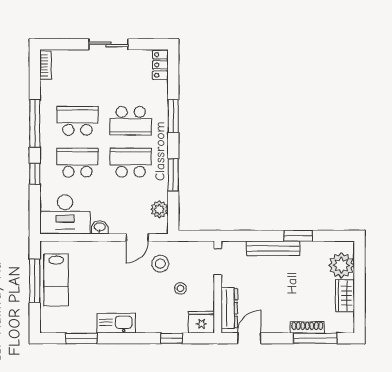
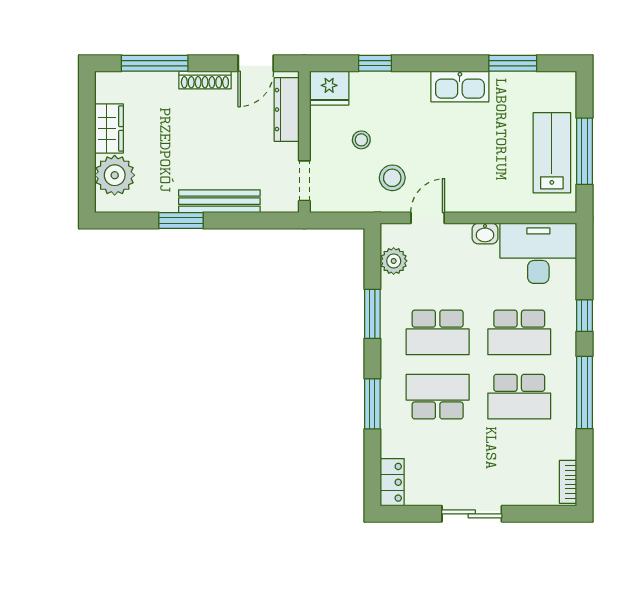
shoe rack: (307, 327) -> (205, 80), moved

